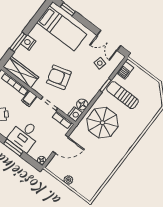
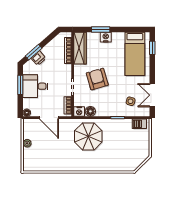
sun lounger: (122, 95) -> (120, 136), removed
filing cabinet: (29, 99) -> (65, 69), removed

